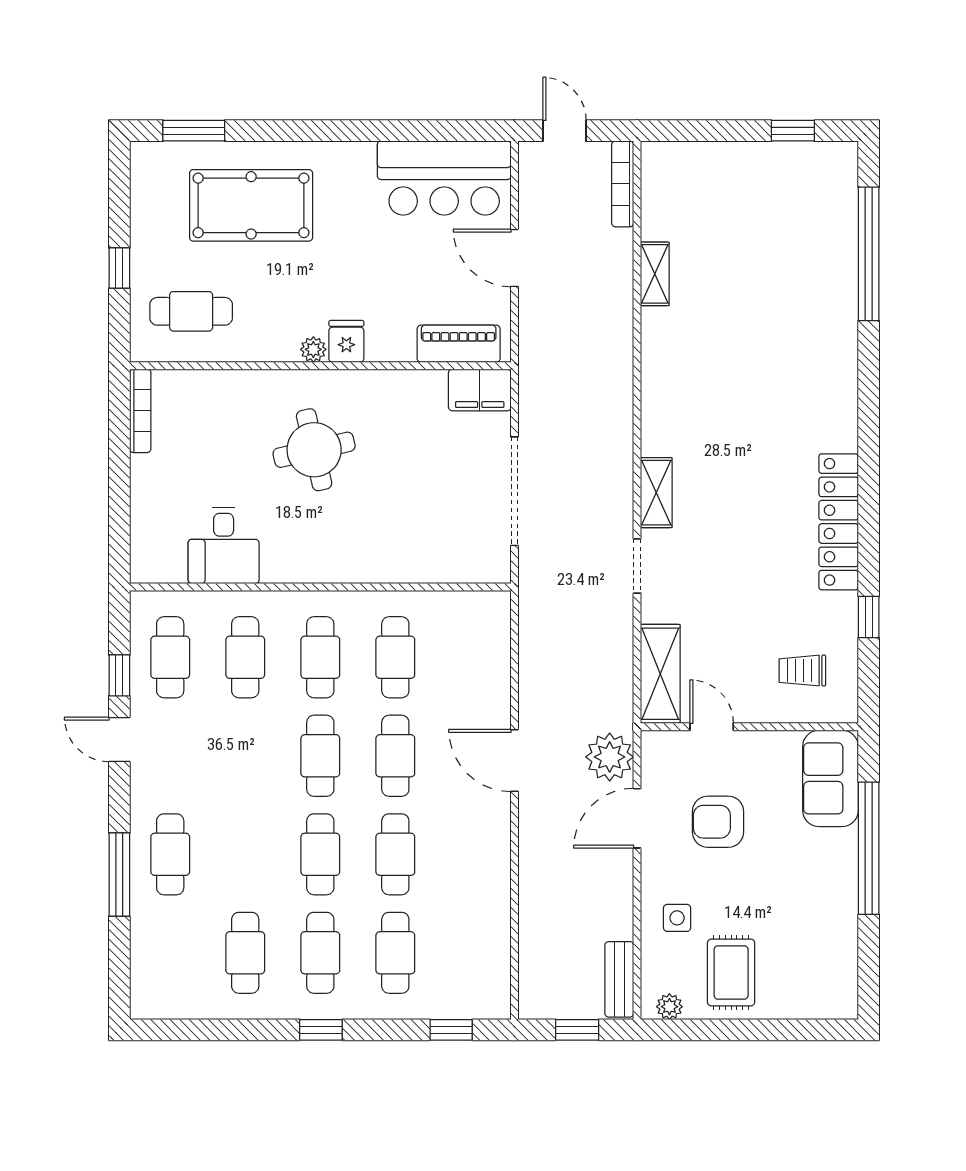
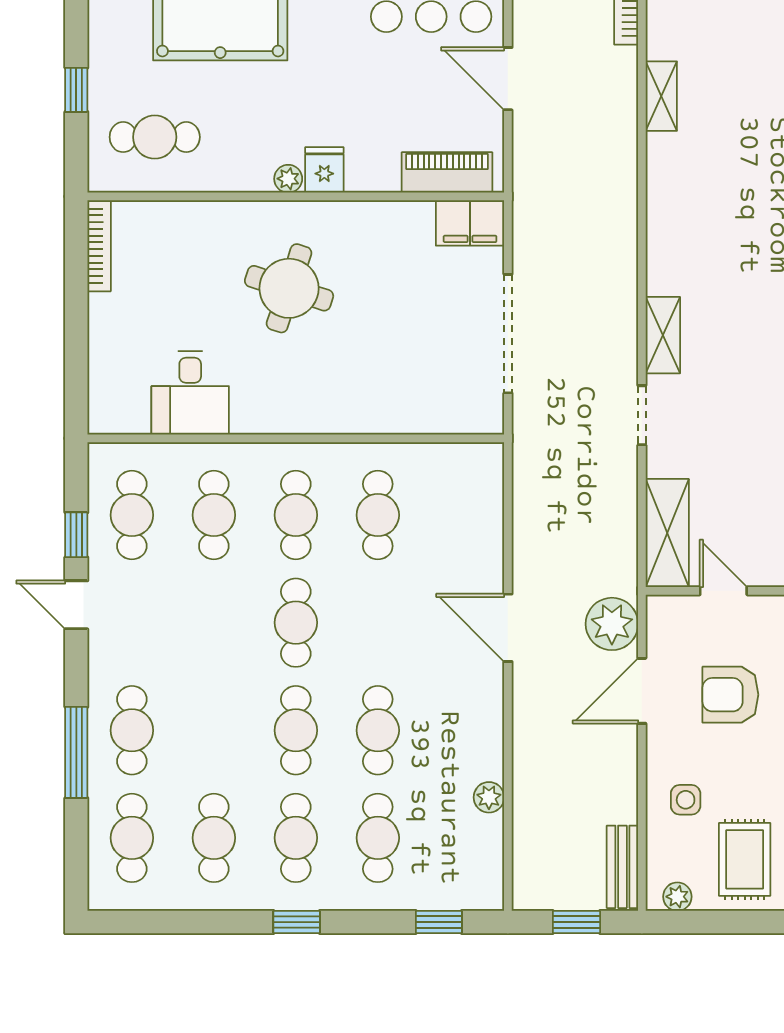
round table: (314, 450) -> (289, 288), turned 31
cafe table: (395, 756) -> (132, 838), moved
plant: (497, 916) -> (489, 797), added

